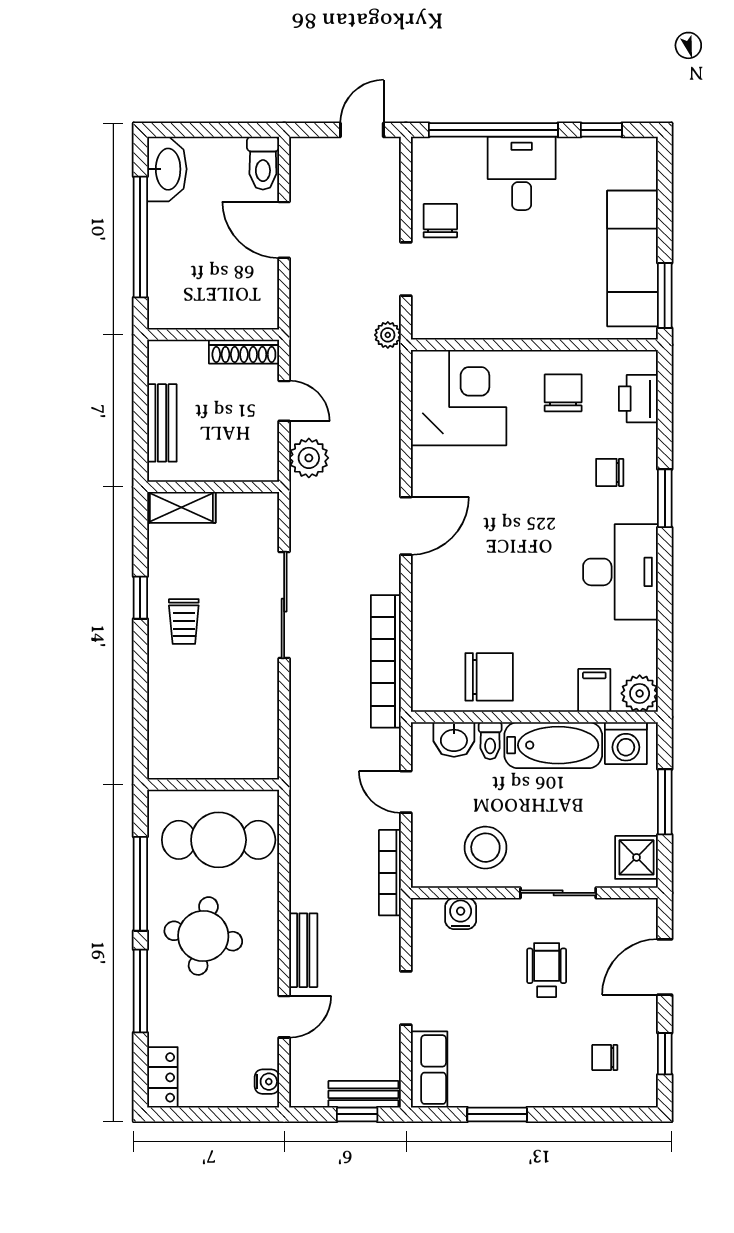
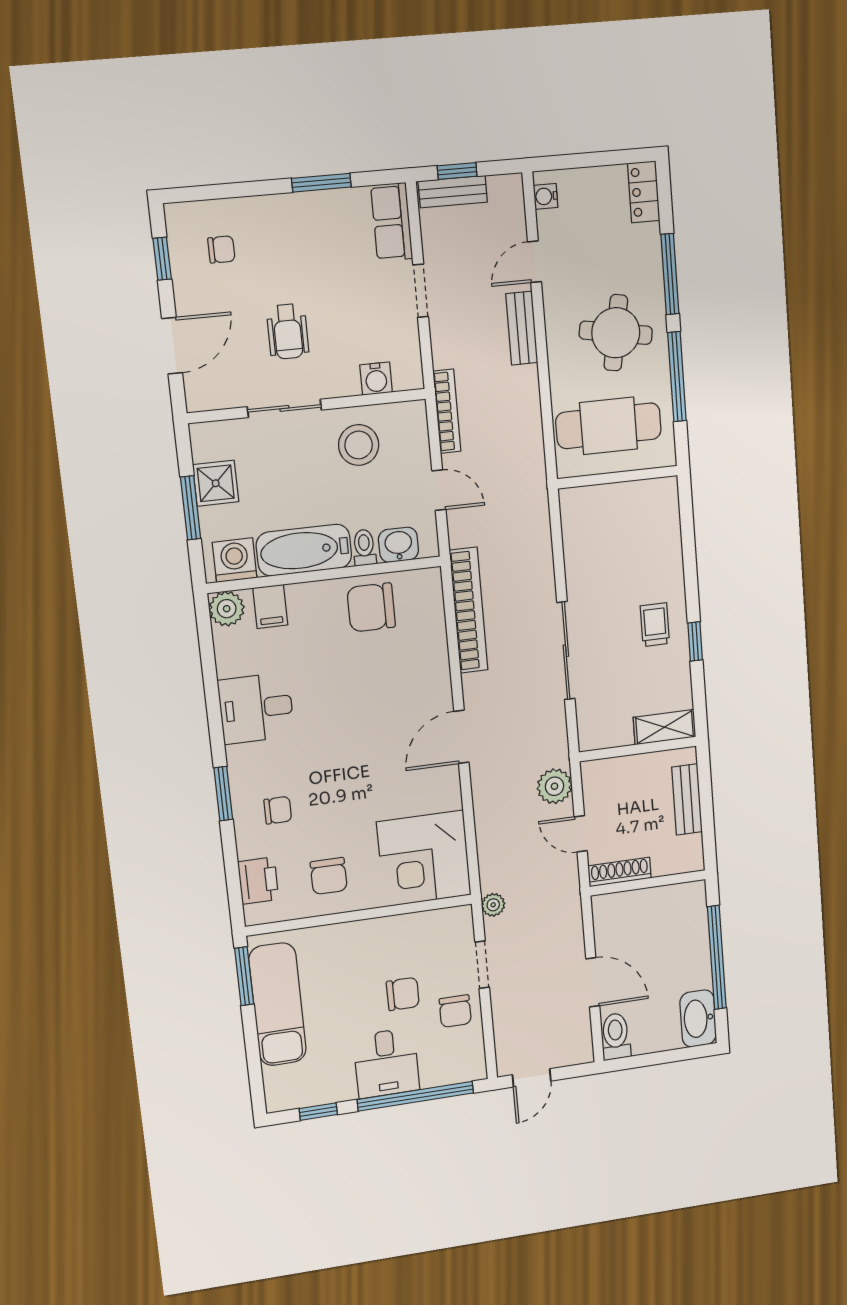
chair: (496, 249) -> (403, 994), added
desk: (621, 572) -> (256, 708), width x0.73
shower: (636, 857) -> (216, 483), moved

